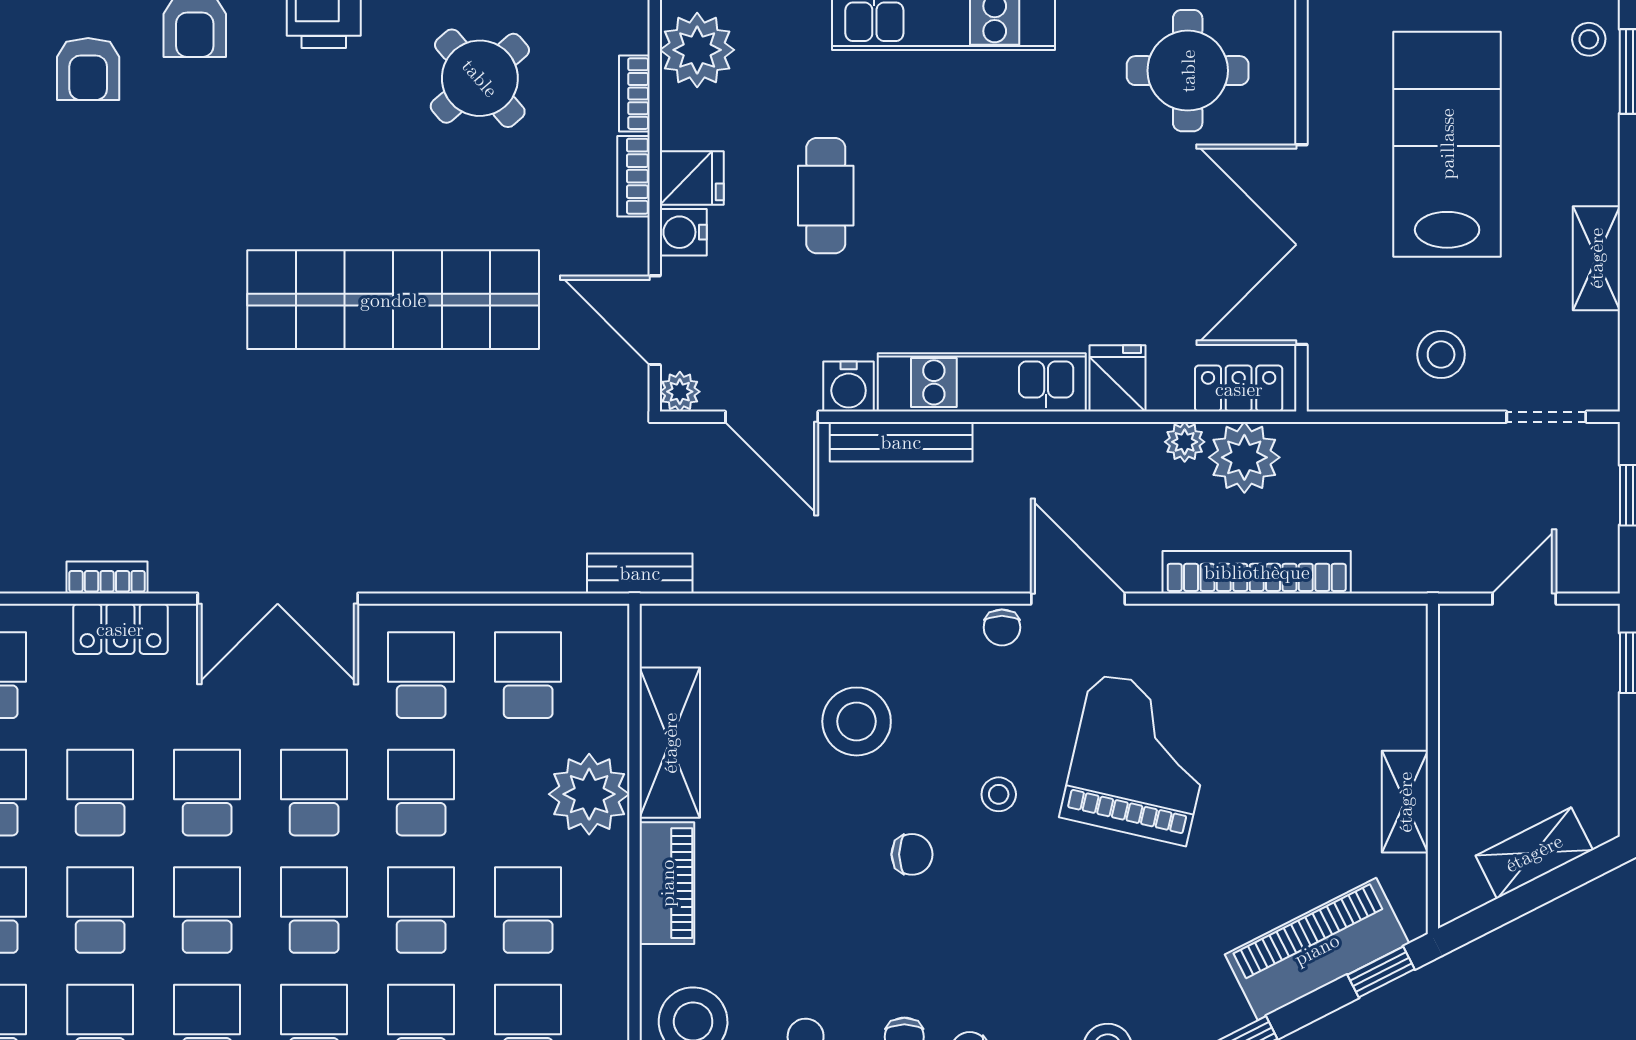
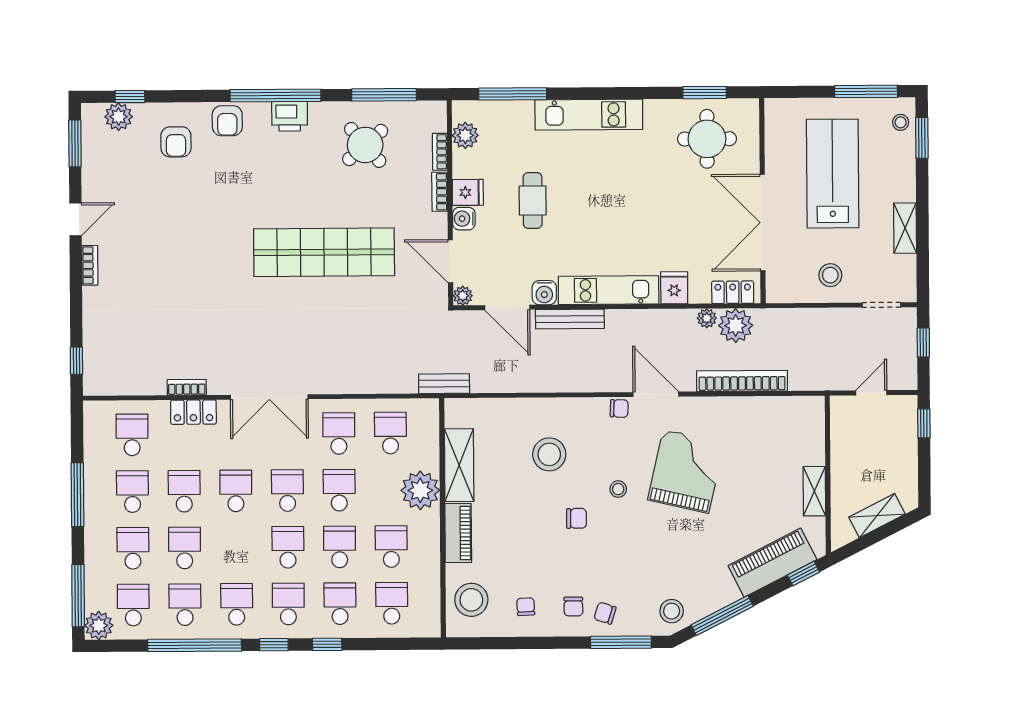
plant: (697, 50) -> (465, 135), width x0.73, depth x0.73
chair: (1002, 627) -> (619, 408), turned -88
school desk: (207, 910) -> (236, 548), removed

